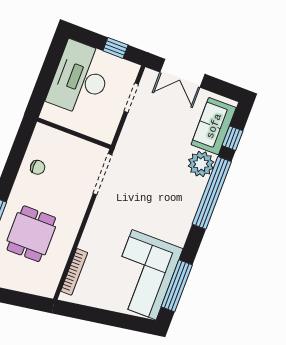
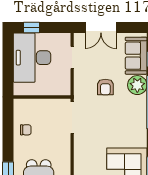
window: (115, 48) -> (32, 27), moved
armchair: (159, 151) -> (105, 87), added

